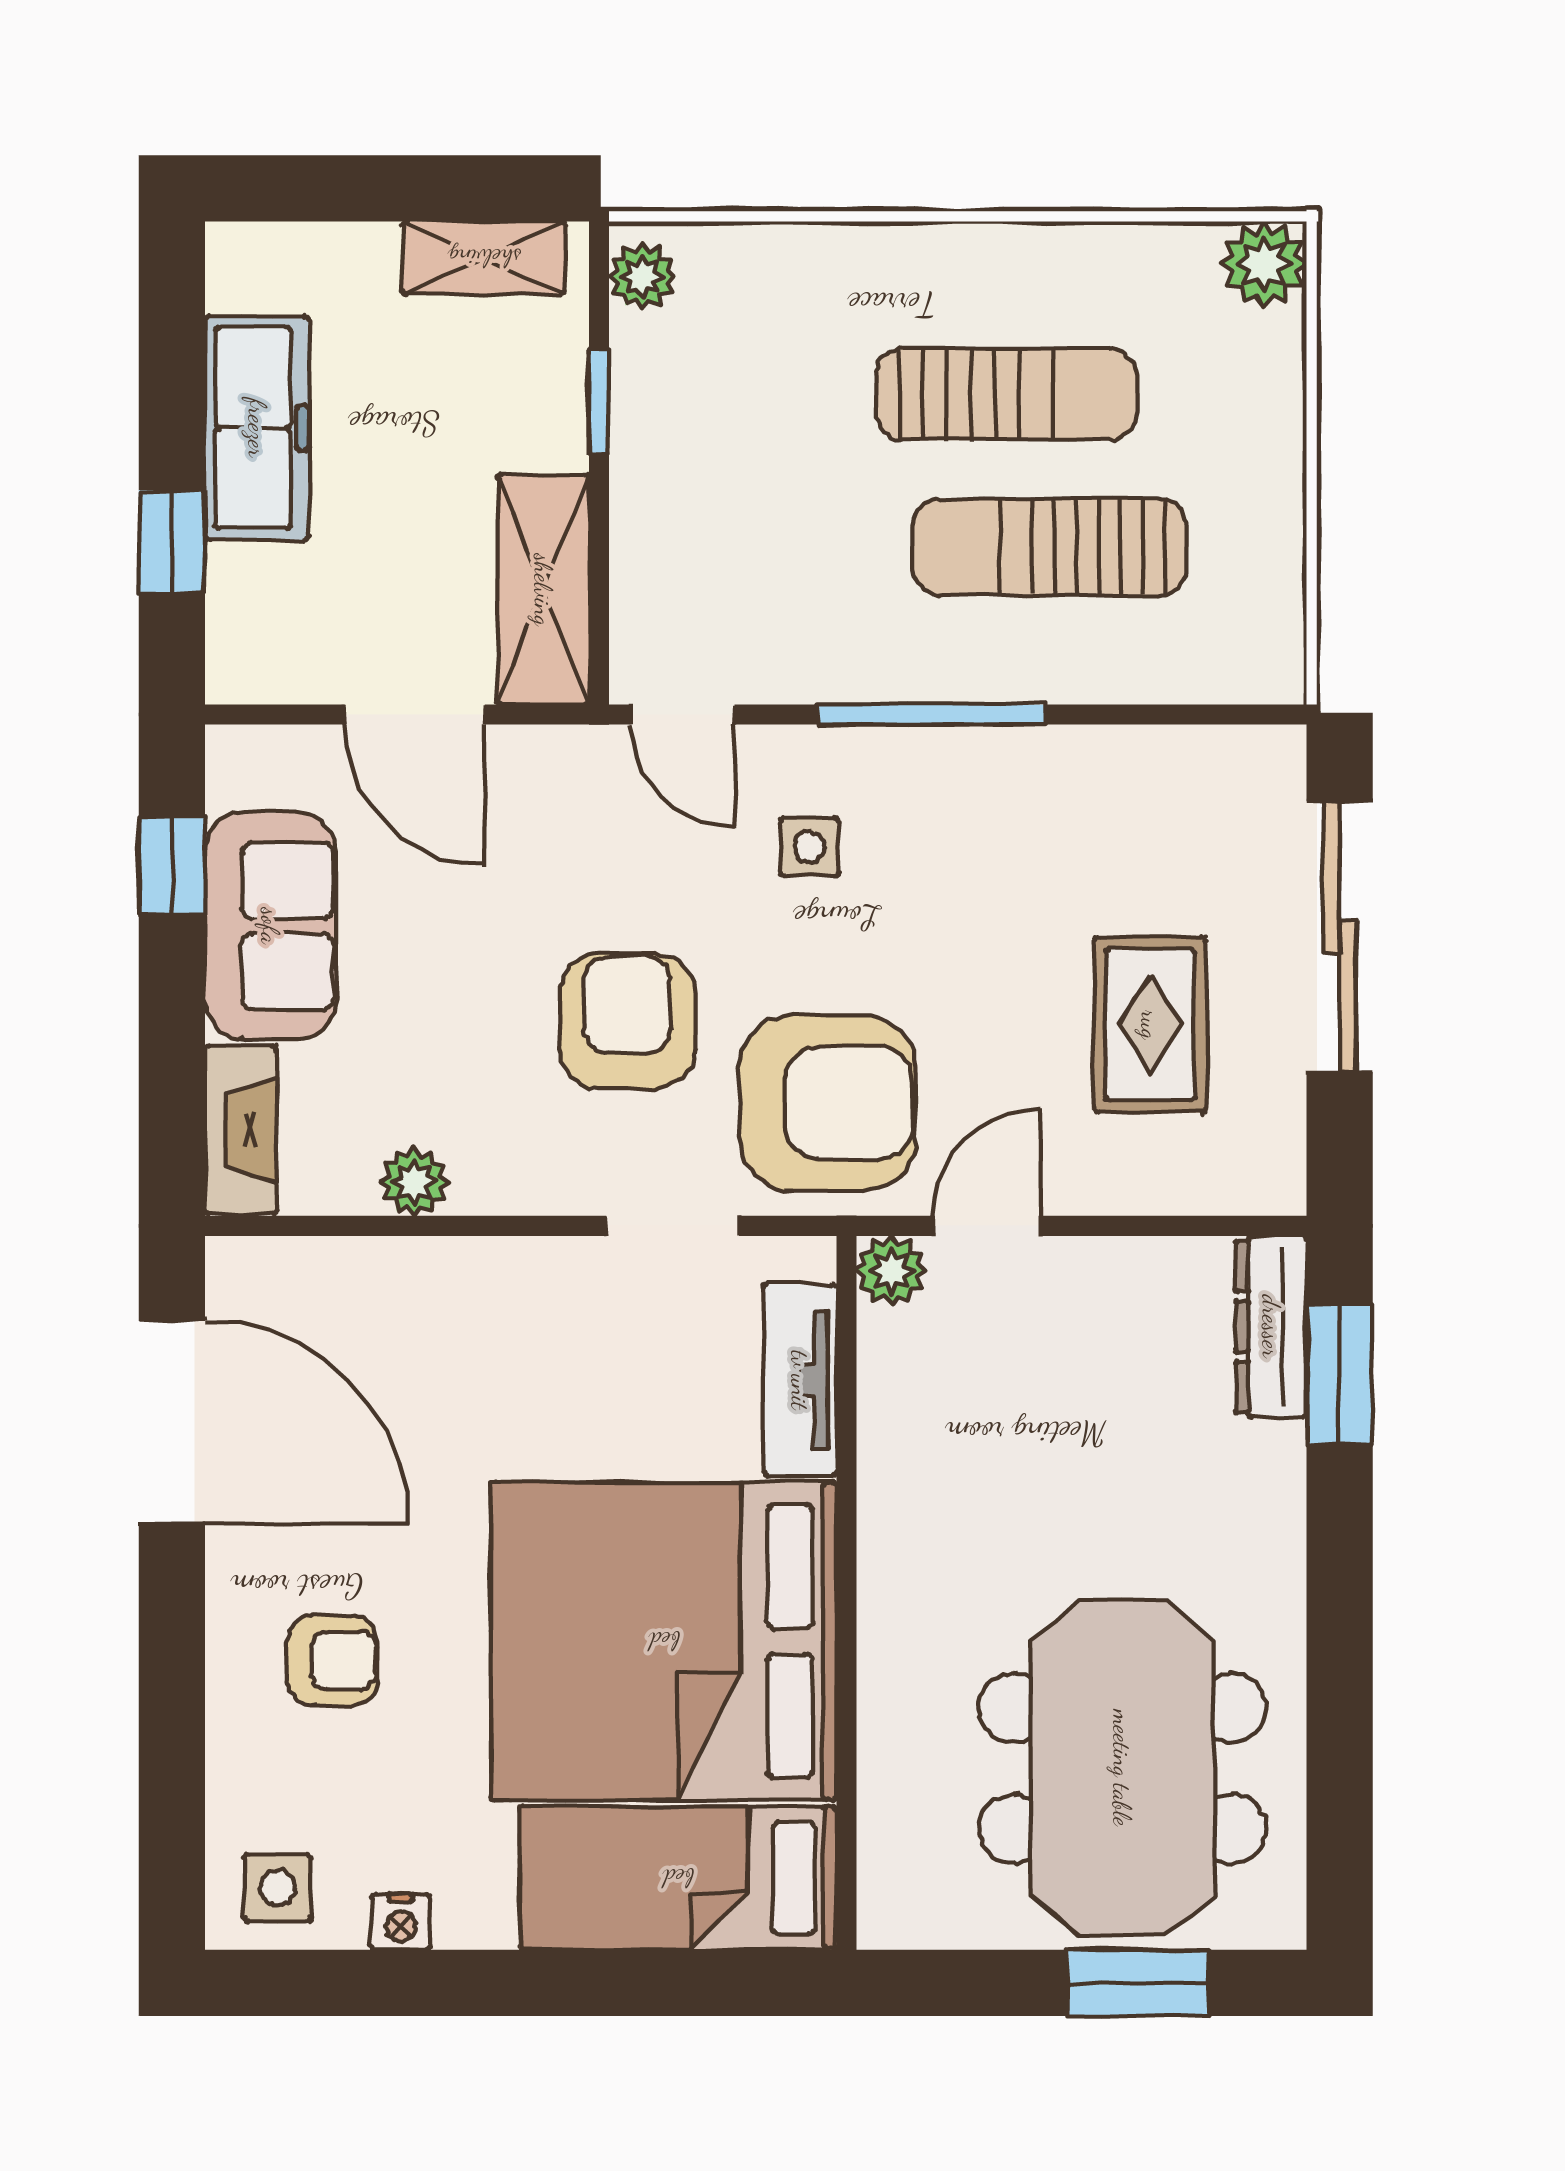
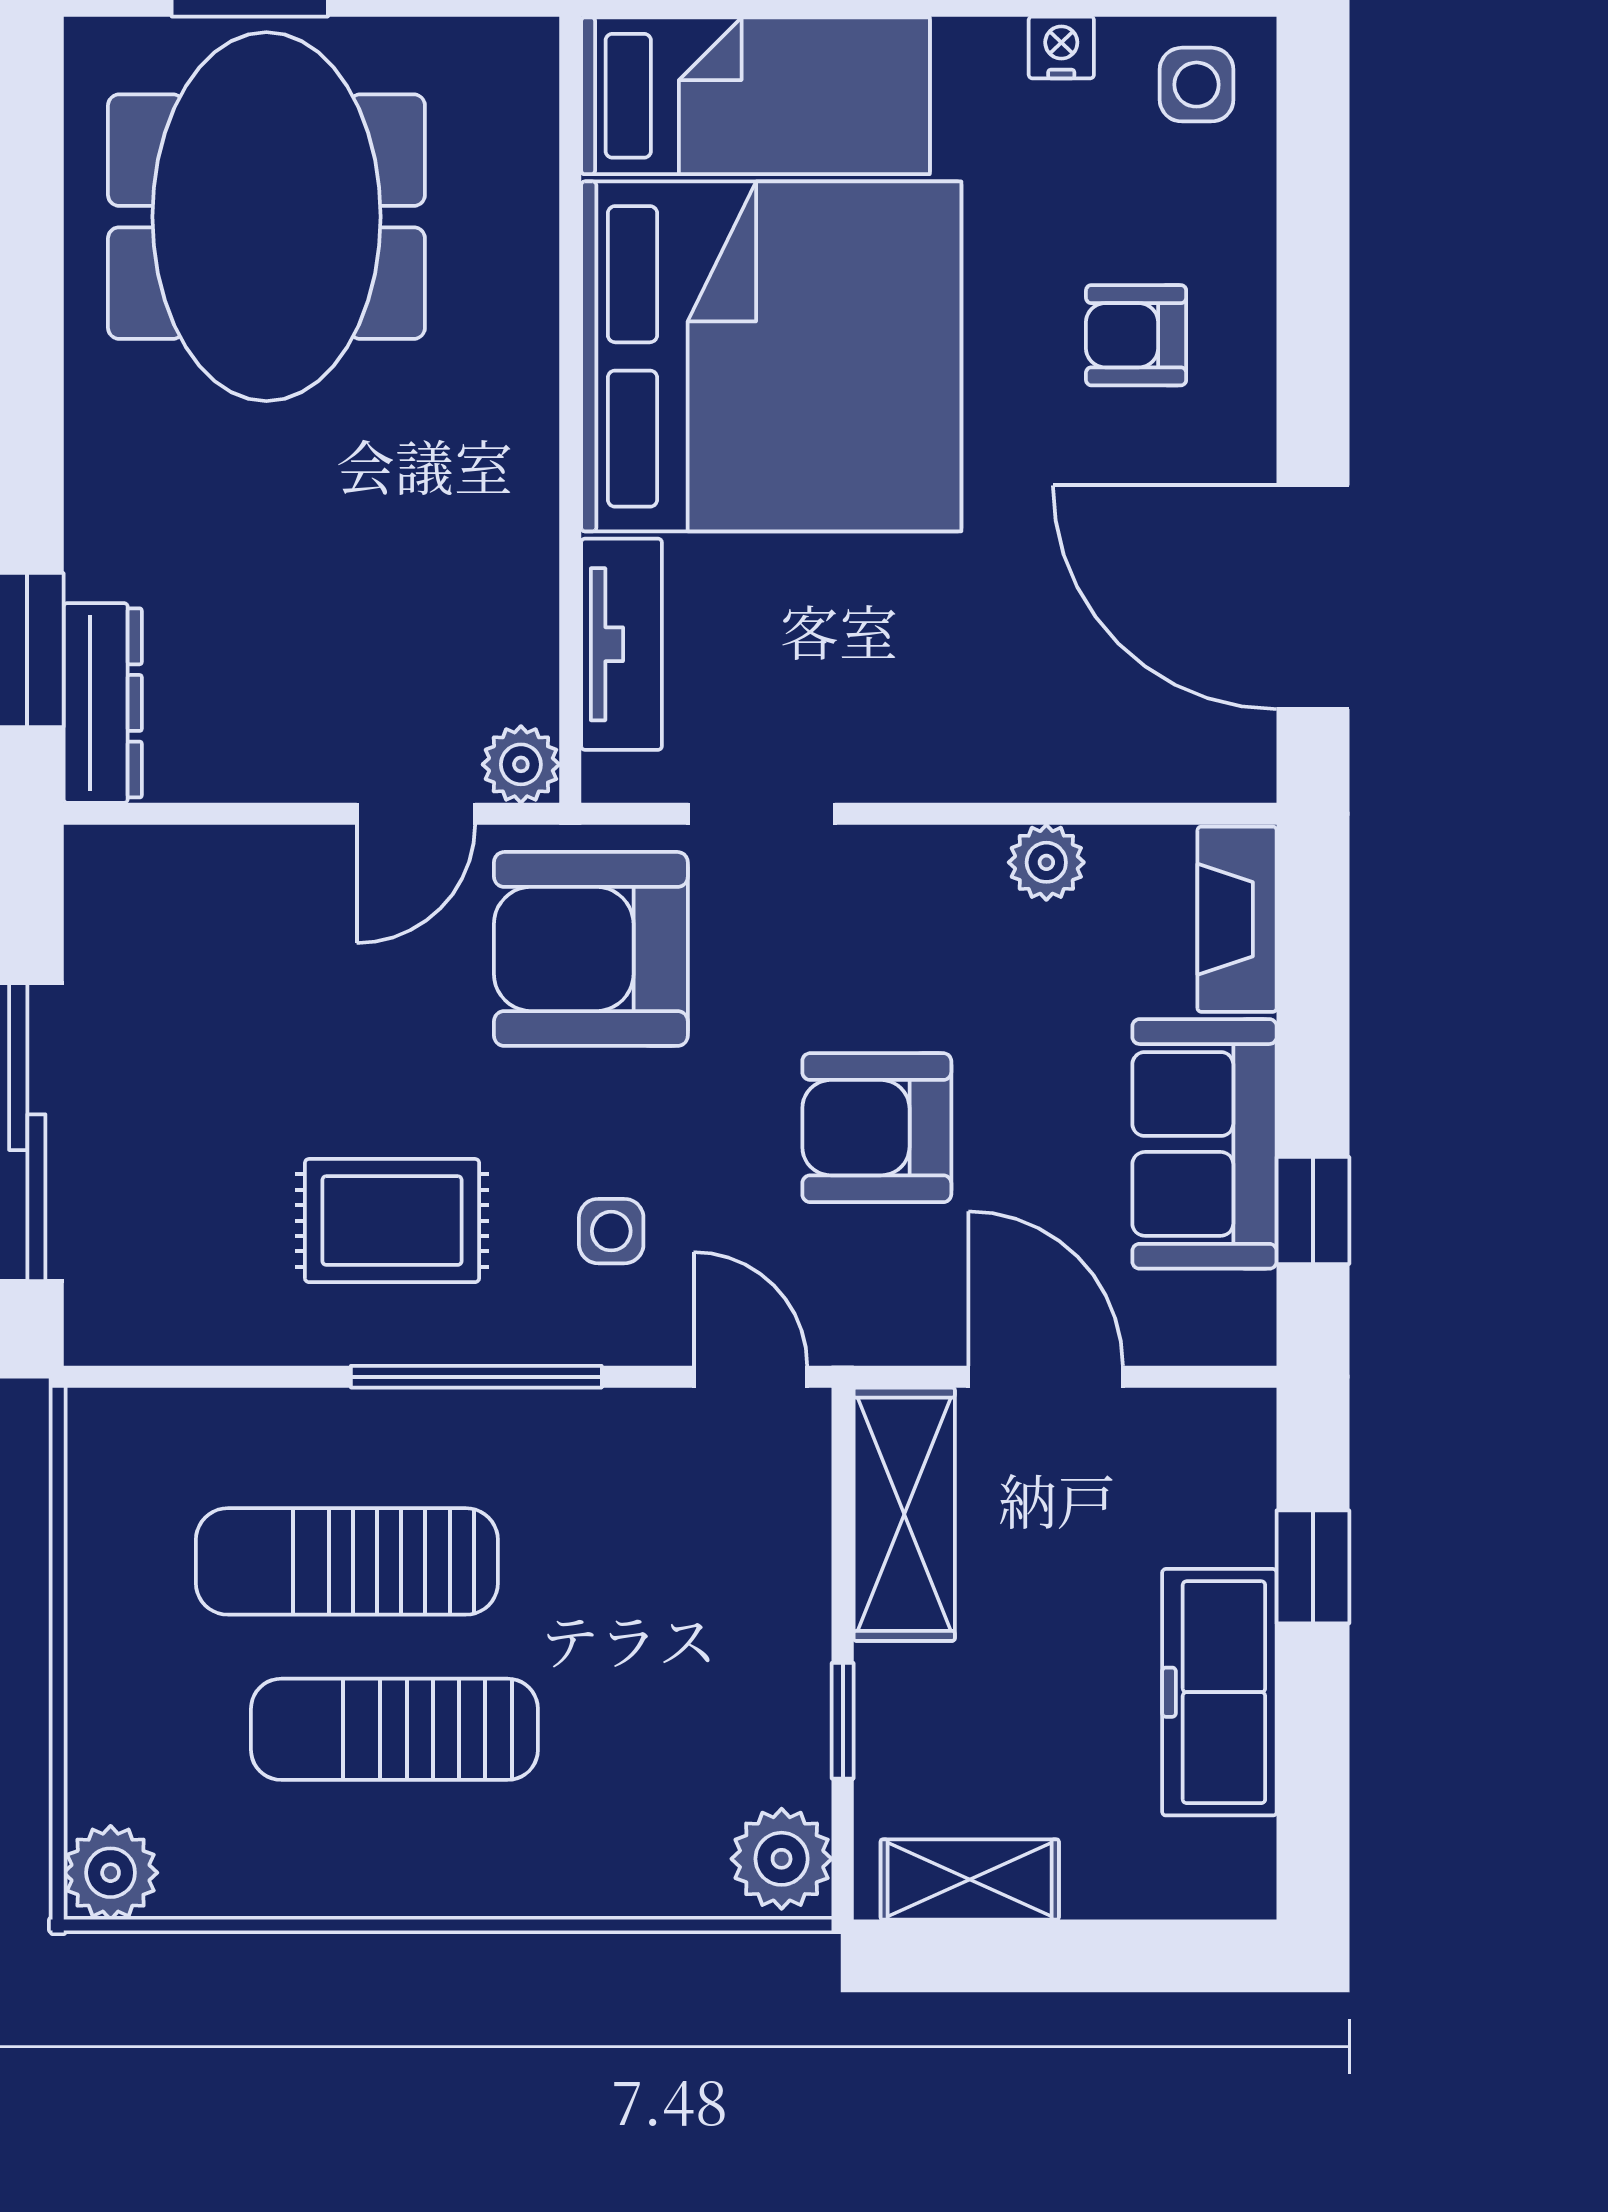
plant: (642, 277) -> (782, 1859), width x1.38, depth x1.38
sun lounger: (1049, 547) -> (347, 1561), turned 180
armchair: (627, 1021) -> (877, 1128), moved, turned 90
rug: (1150, 1025) -> (392, 1221), moved, turned 90

